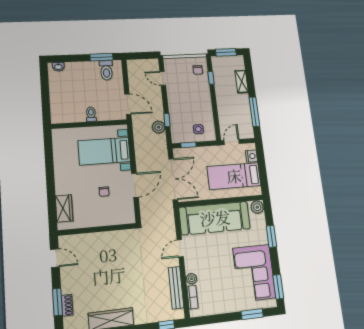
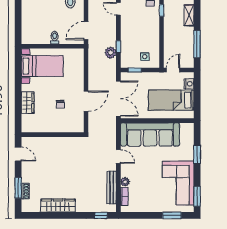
door: (128, 104) -> (86, 31), swing flipped
bed with nightstands: (104, 151) -> (42, 66), moved, turned 180
plant: (257, 207) -> (188, 129), removed
wardrobe: (64, 208) -> (28, 103), moved
door: (180, 248) -> (118, 156), swing flipped

